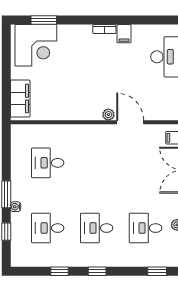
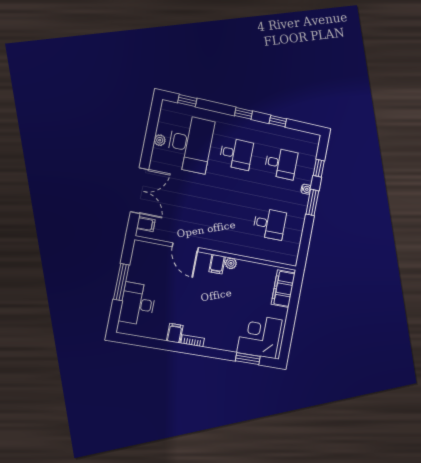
filing cabinet: (94, 111) -> (217, 264), added
plant: (108, 115) -> (231, 263), moved
desk: (146, 228) -> (190, 144), width x1.87, depth x1.30

